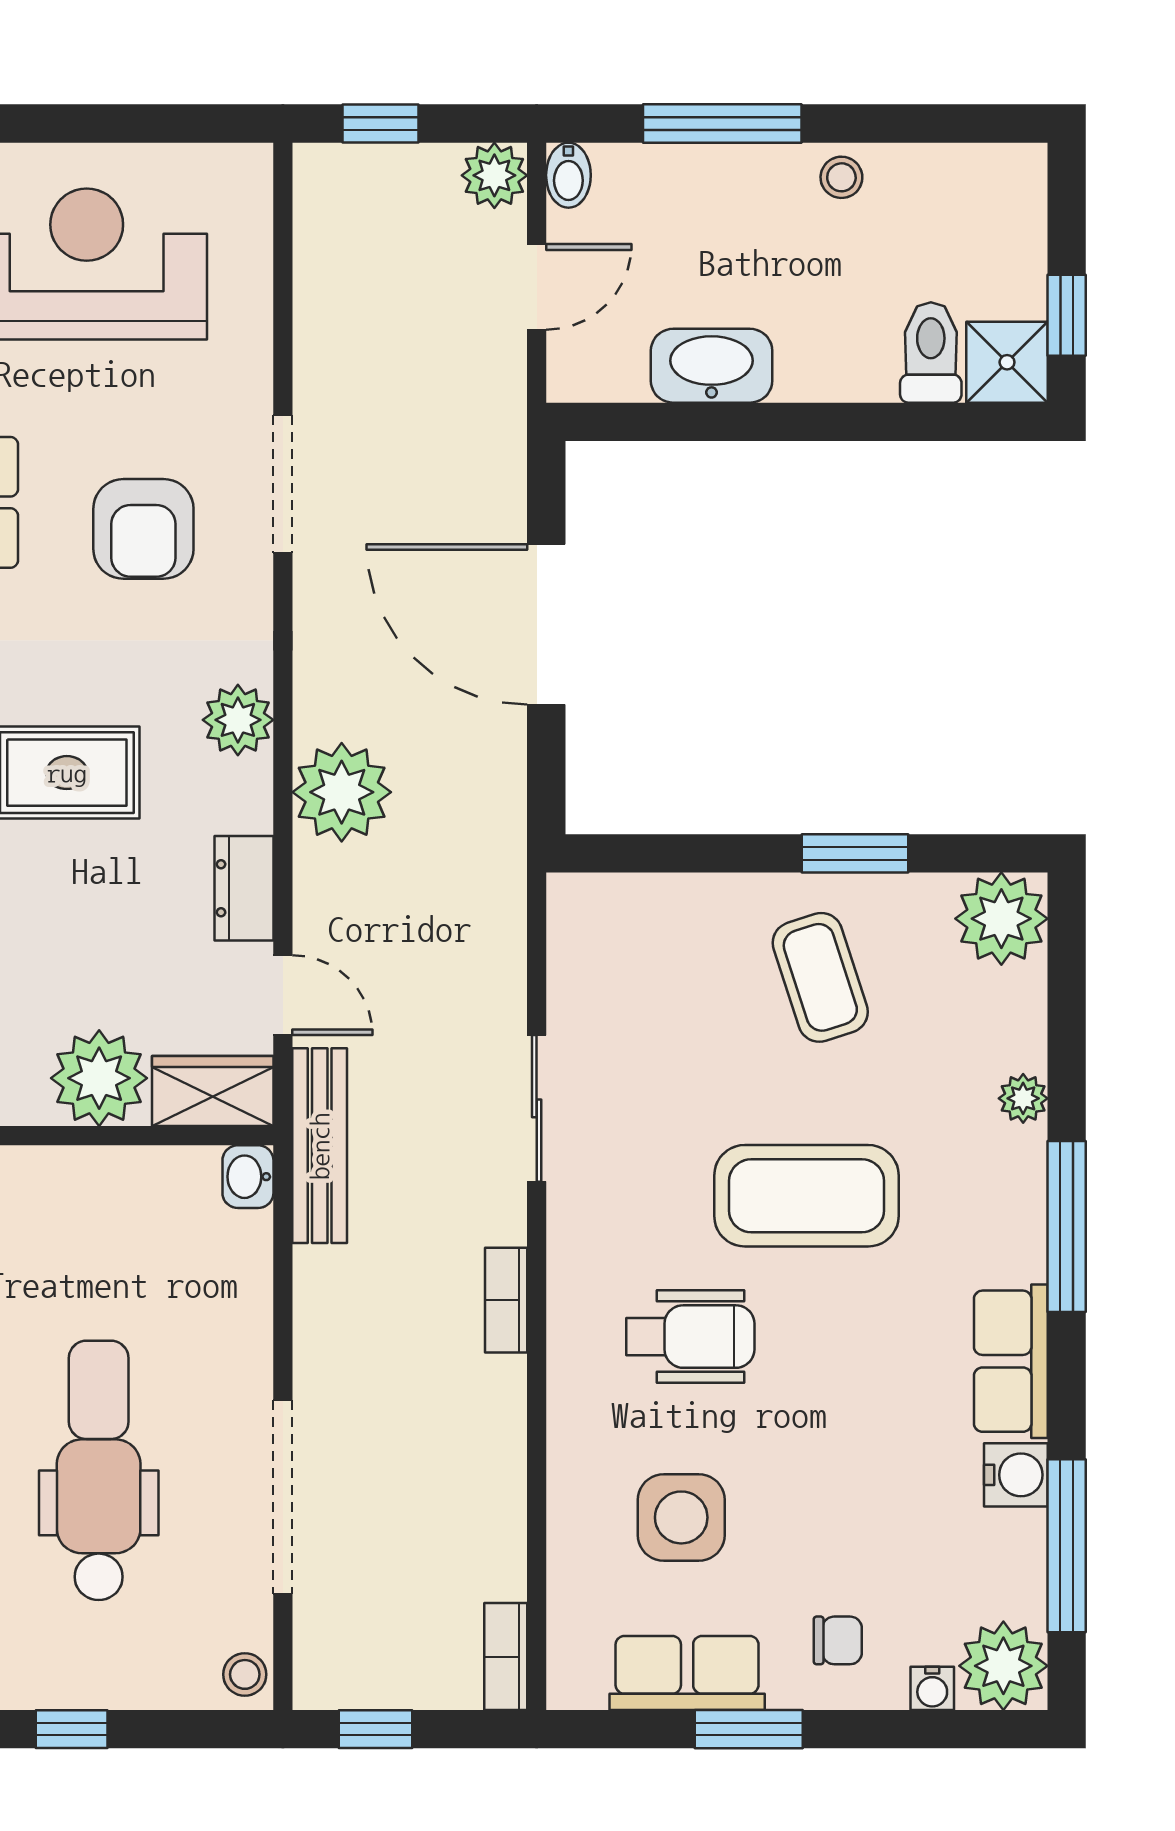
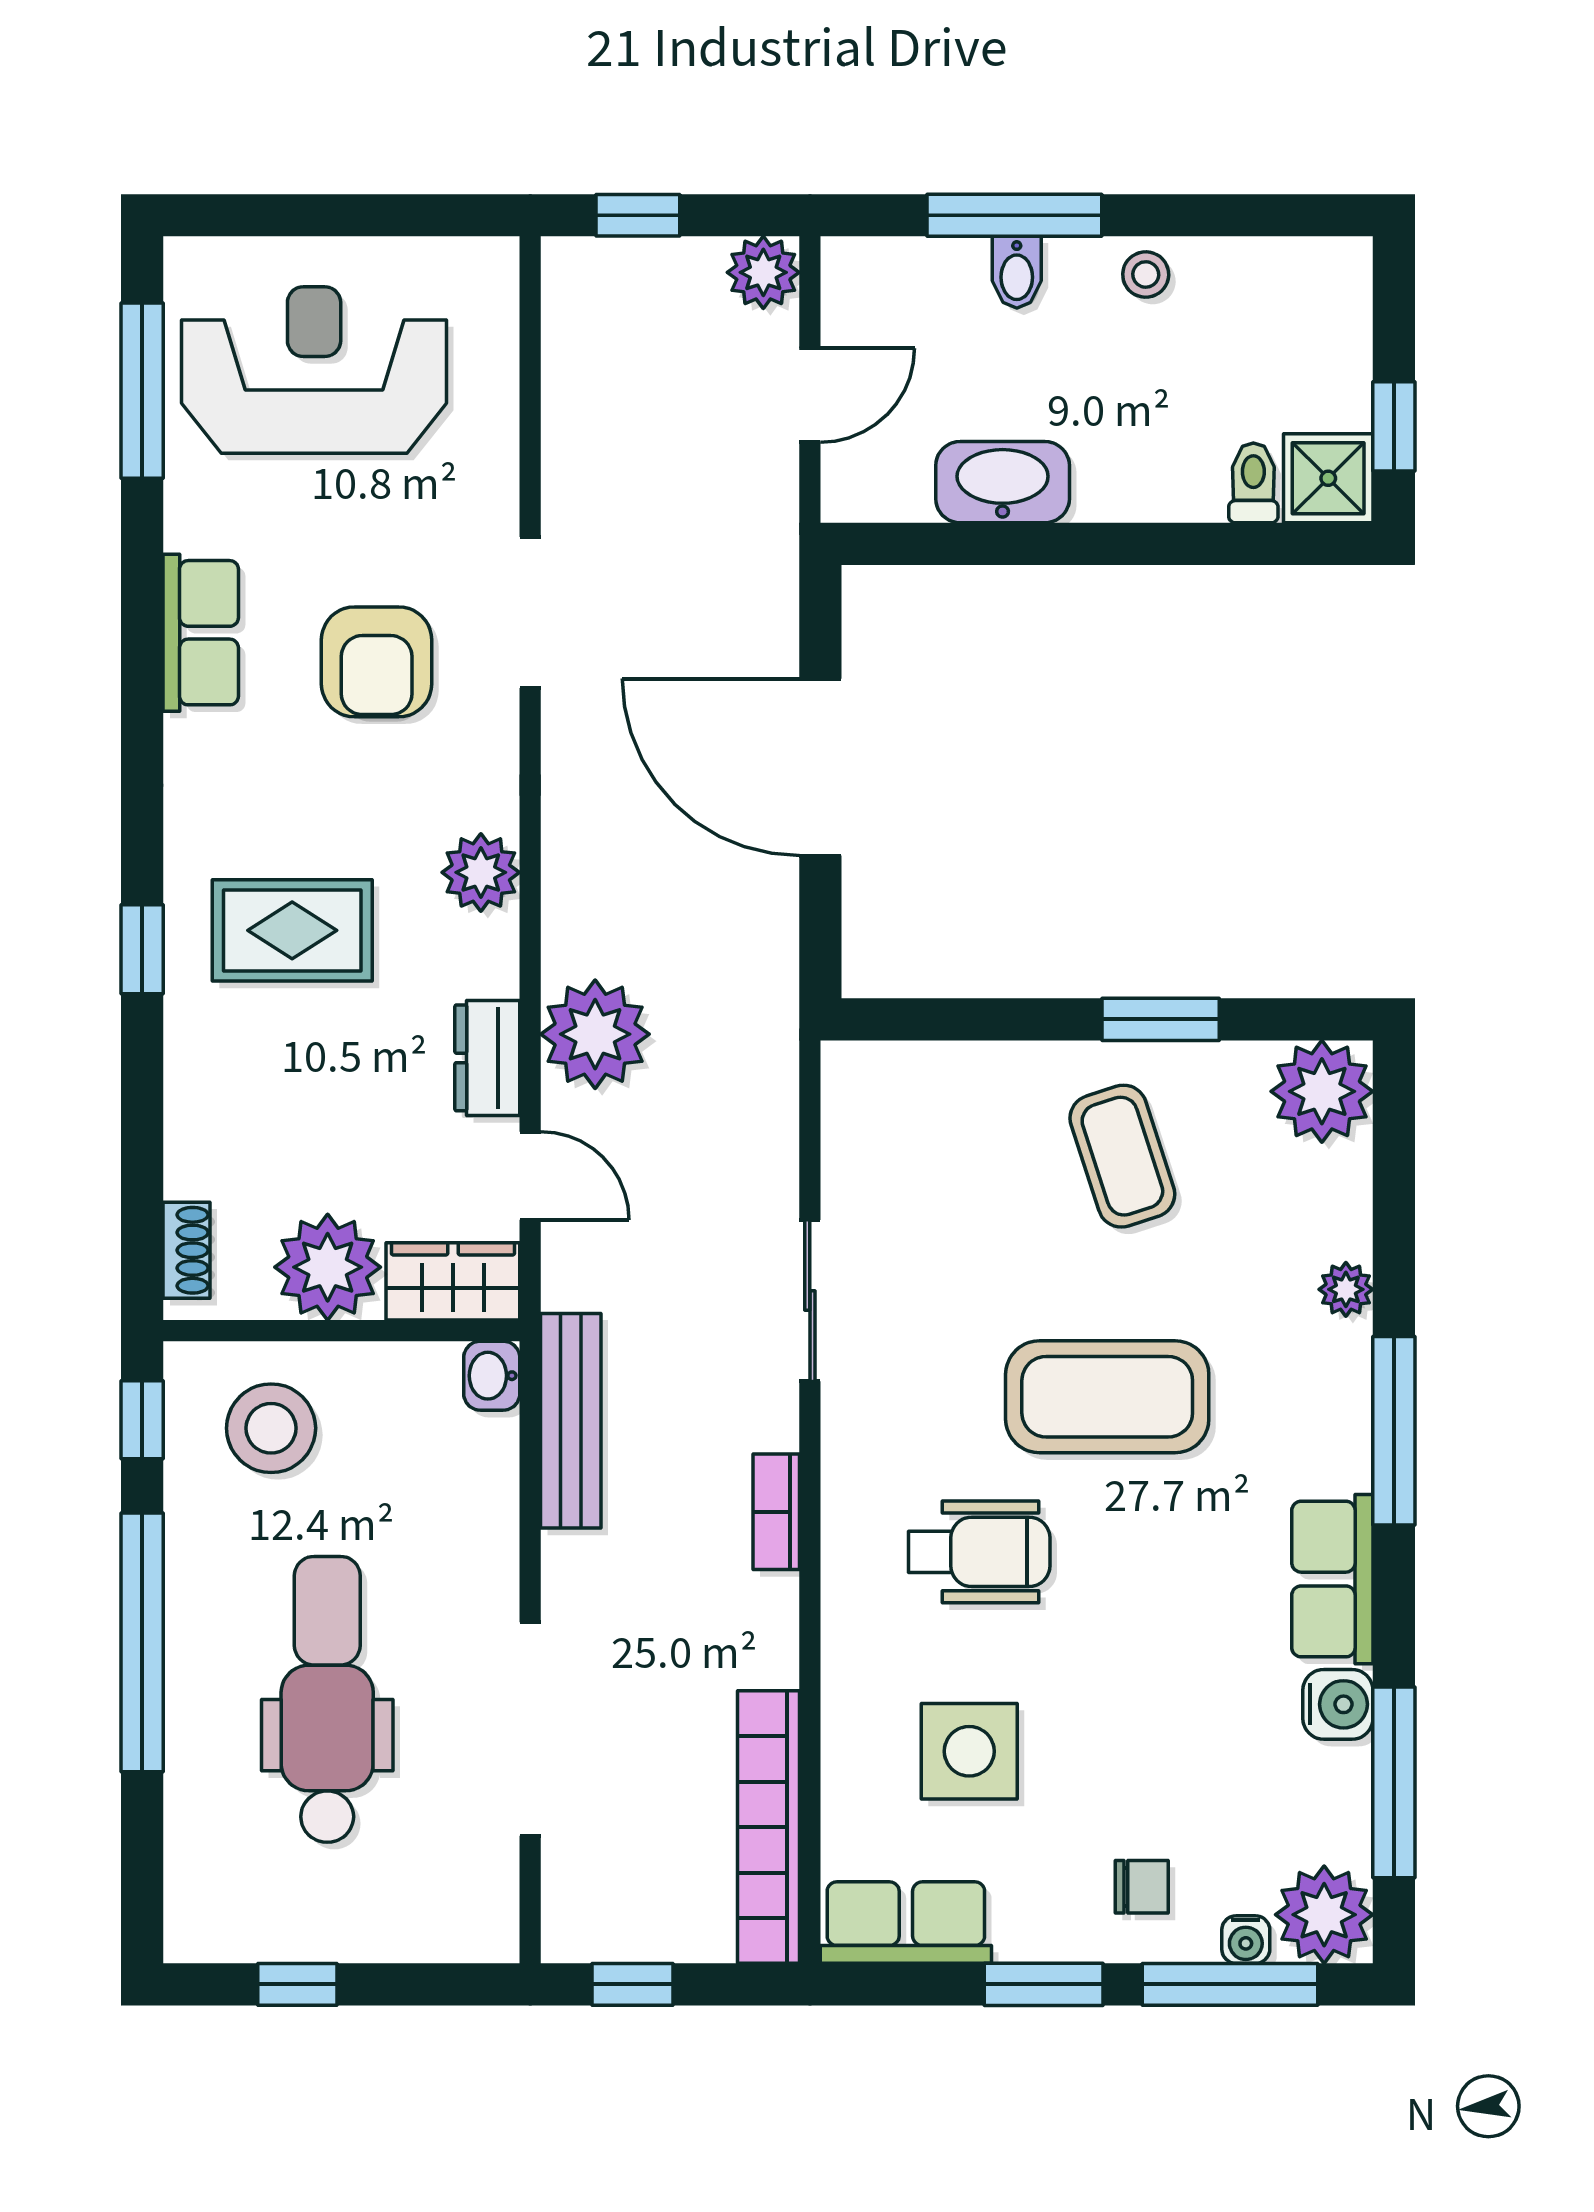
bidet: (568, 175) -> (1017, 272), moved
toilet: (931, 352) -> (1253, 483), width x0.73, depth x0.72
plant: (342, 792) -> (595, 1034), moved
bench: (320, 1146) -> (571, 1421), moved
bookcase: (506, 1657) -> (768, 1827), width x2.31, depth x1.31
row of seats: (687, 1673) -> (906, 1923), moved
stool: (245, 1674) -> (271, 1428), moved, width x1.89, depth x1.89
window: (918, 1729) -> (1230, 1984), added

